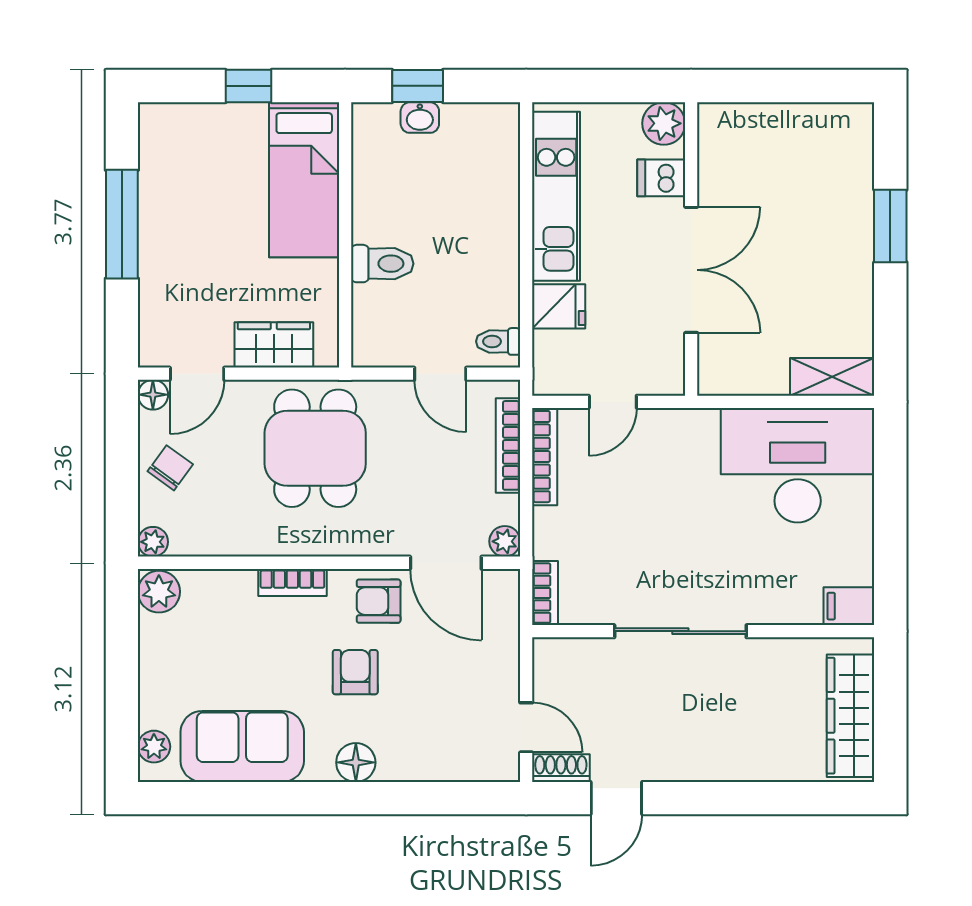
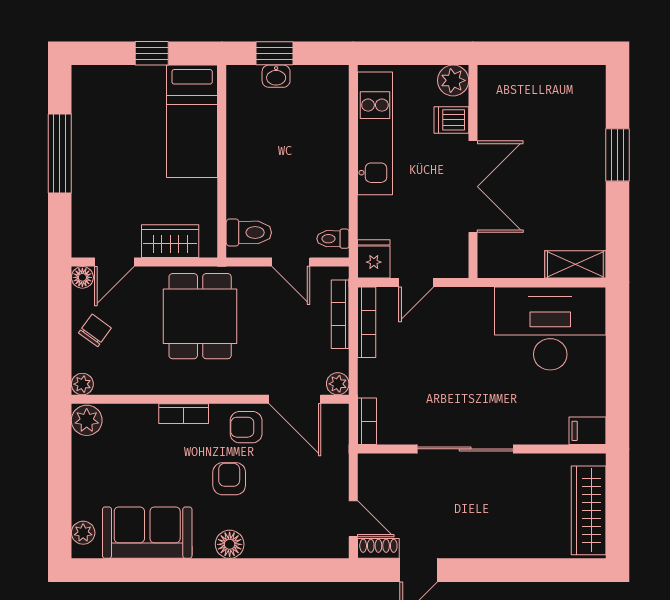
toilet: (382, 264) -> (249, 232), moved
fridge: (559, 306) -> (374, 259), moved, turned -90

